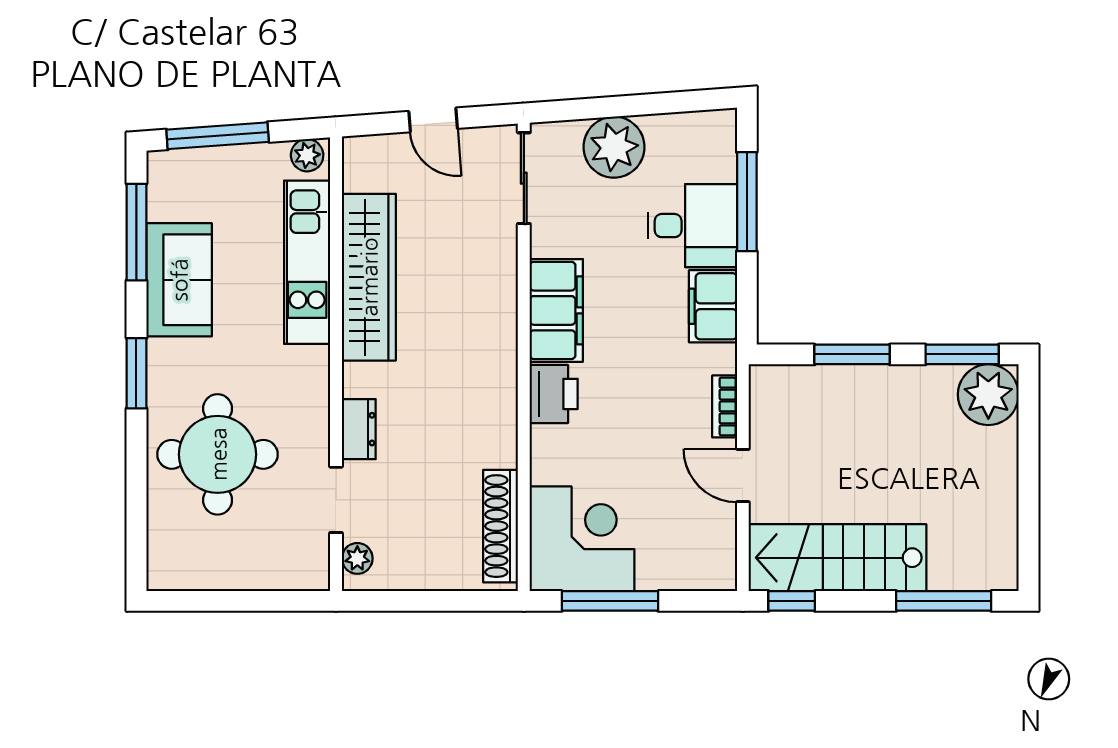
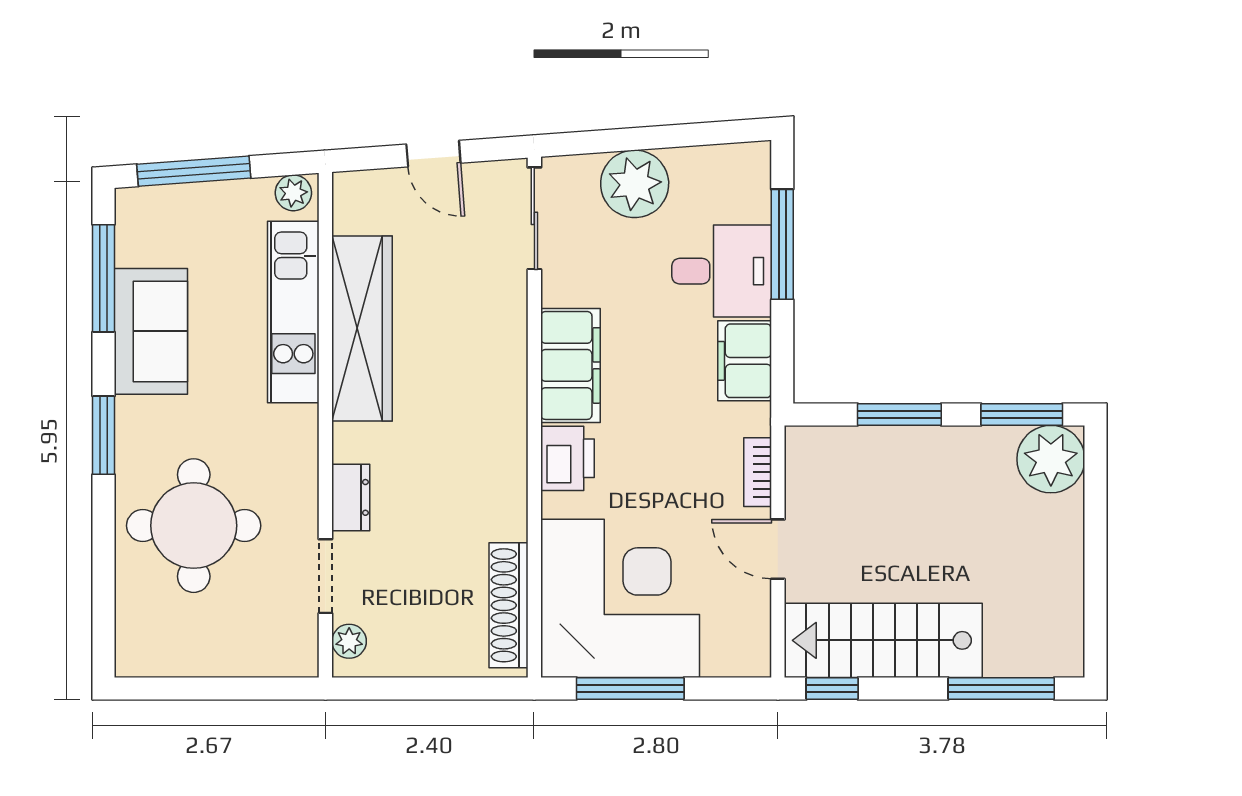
corner desk: (582, 539) -> (620, 598), width x1.36, depth x1.36

